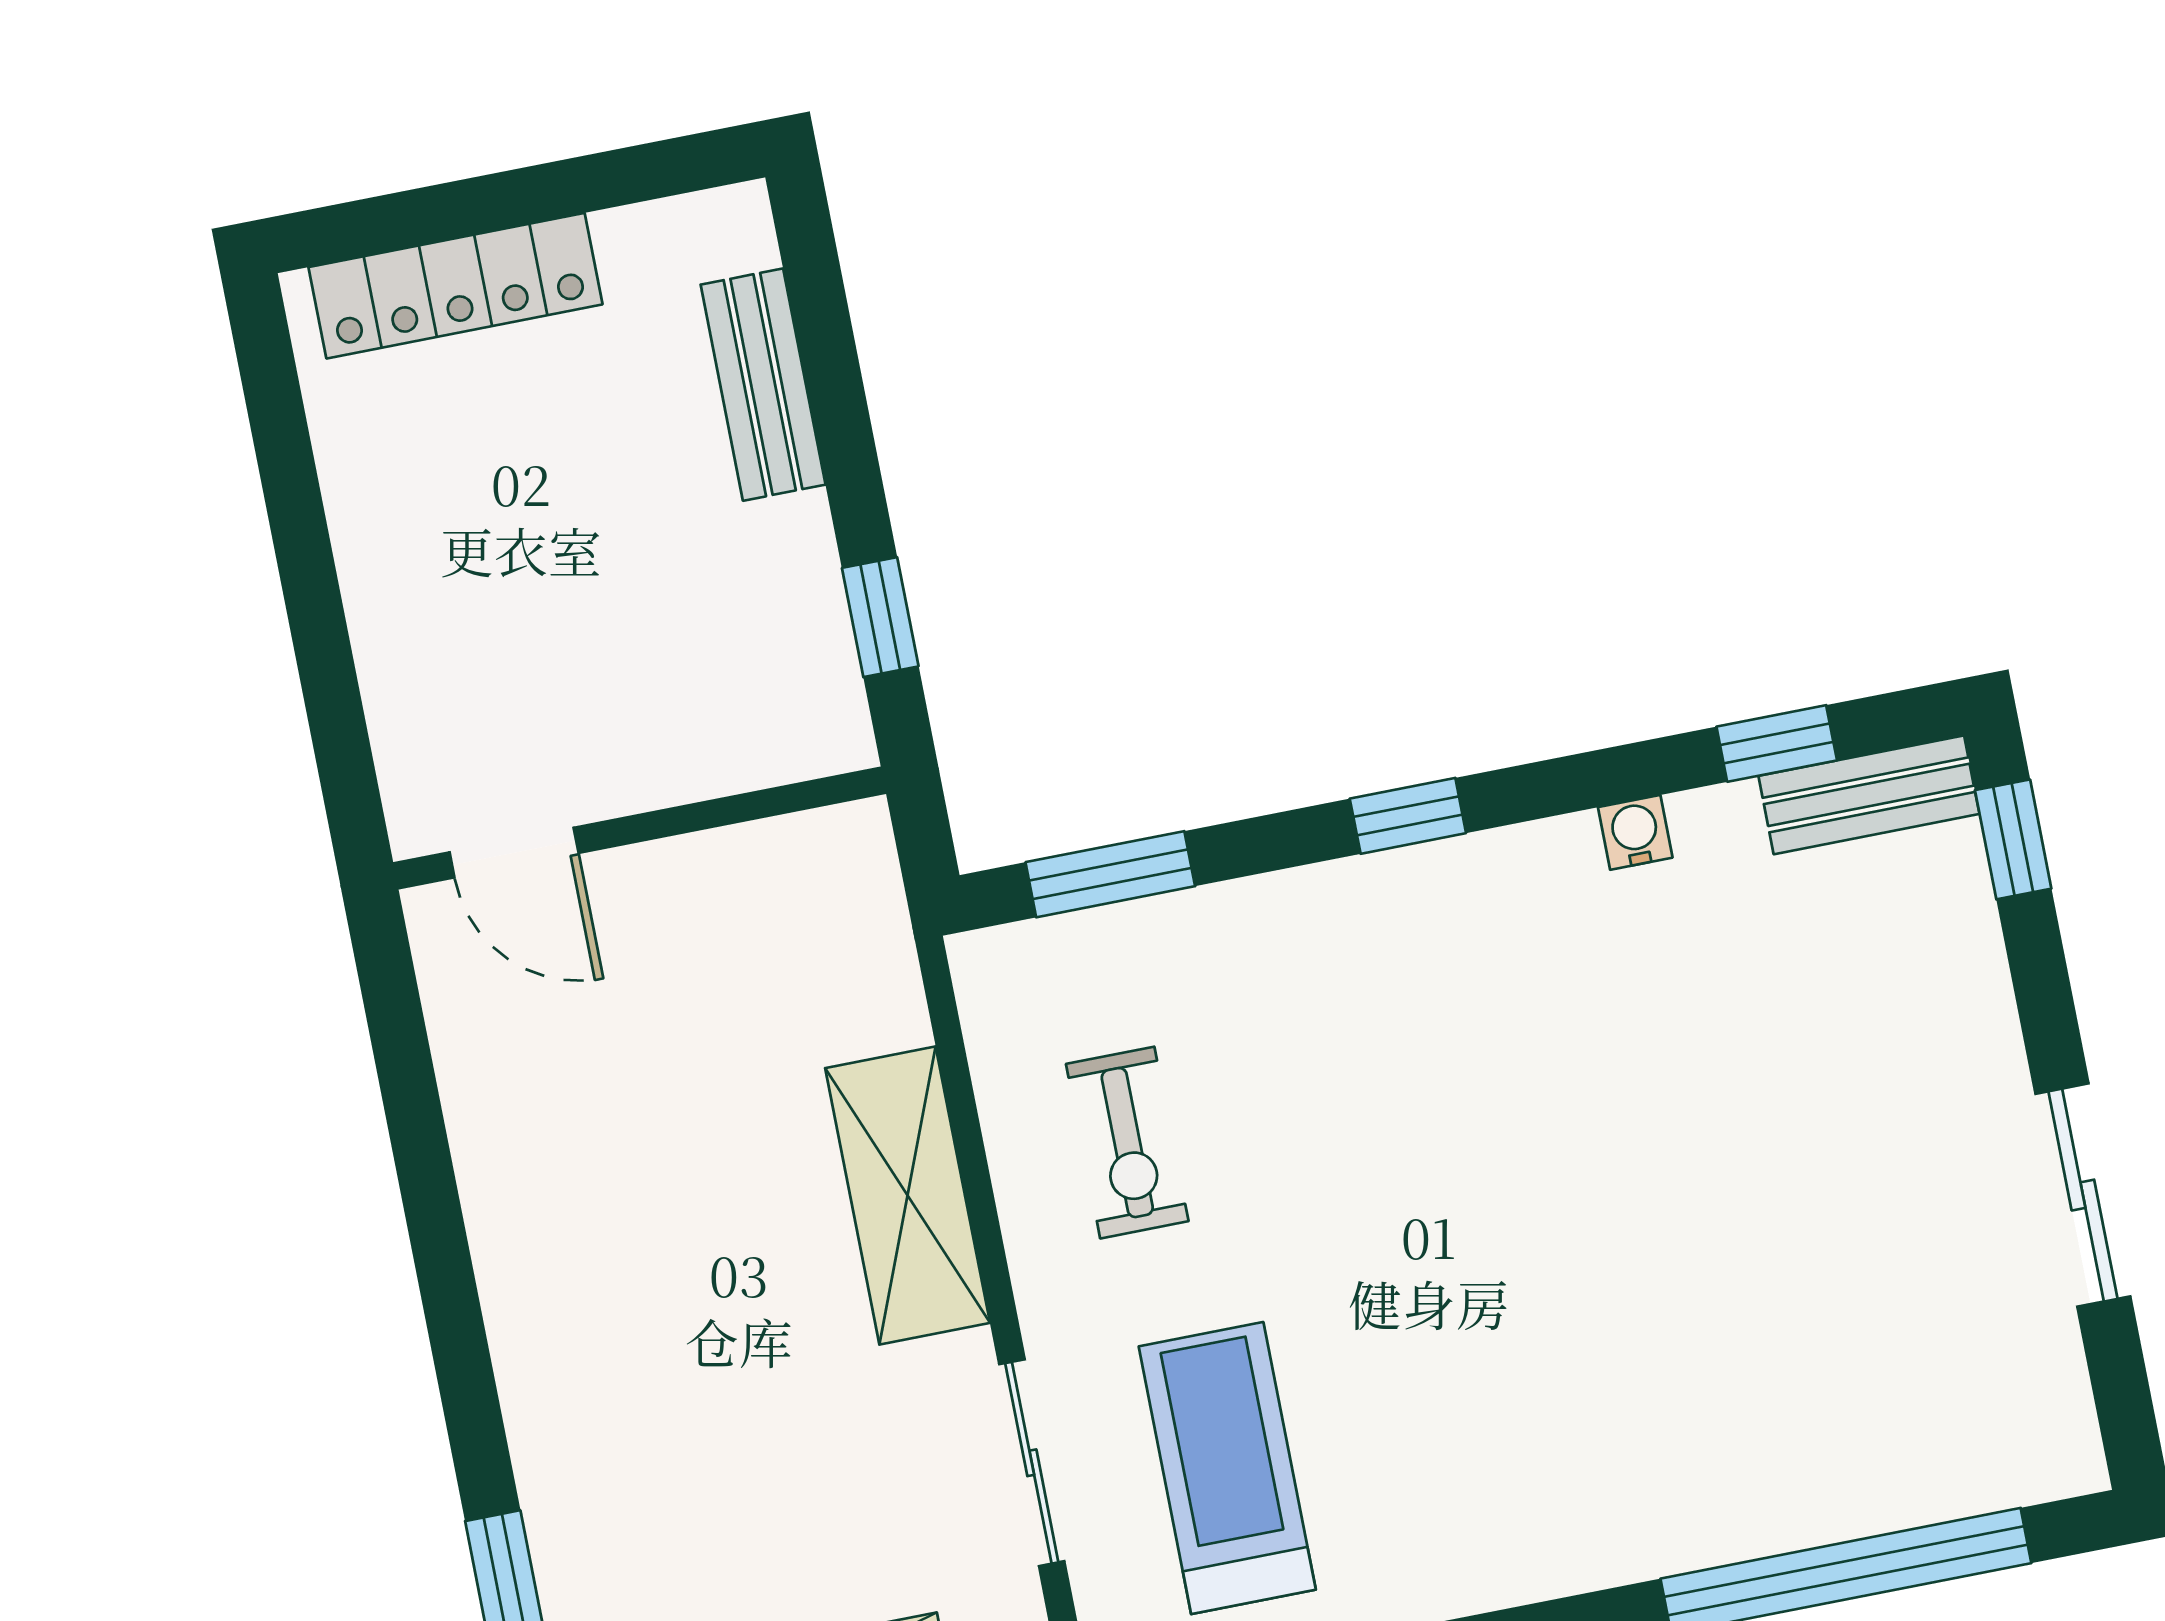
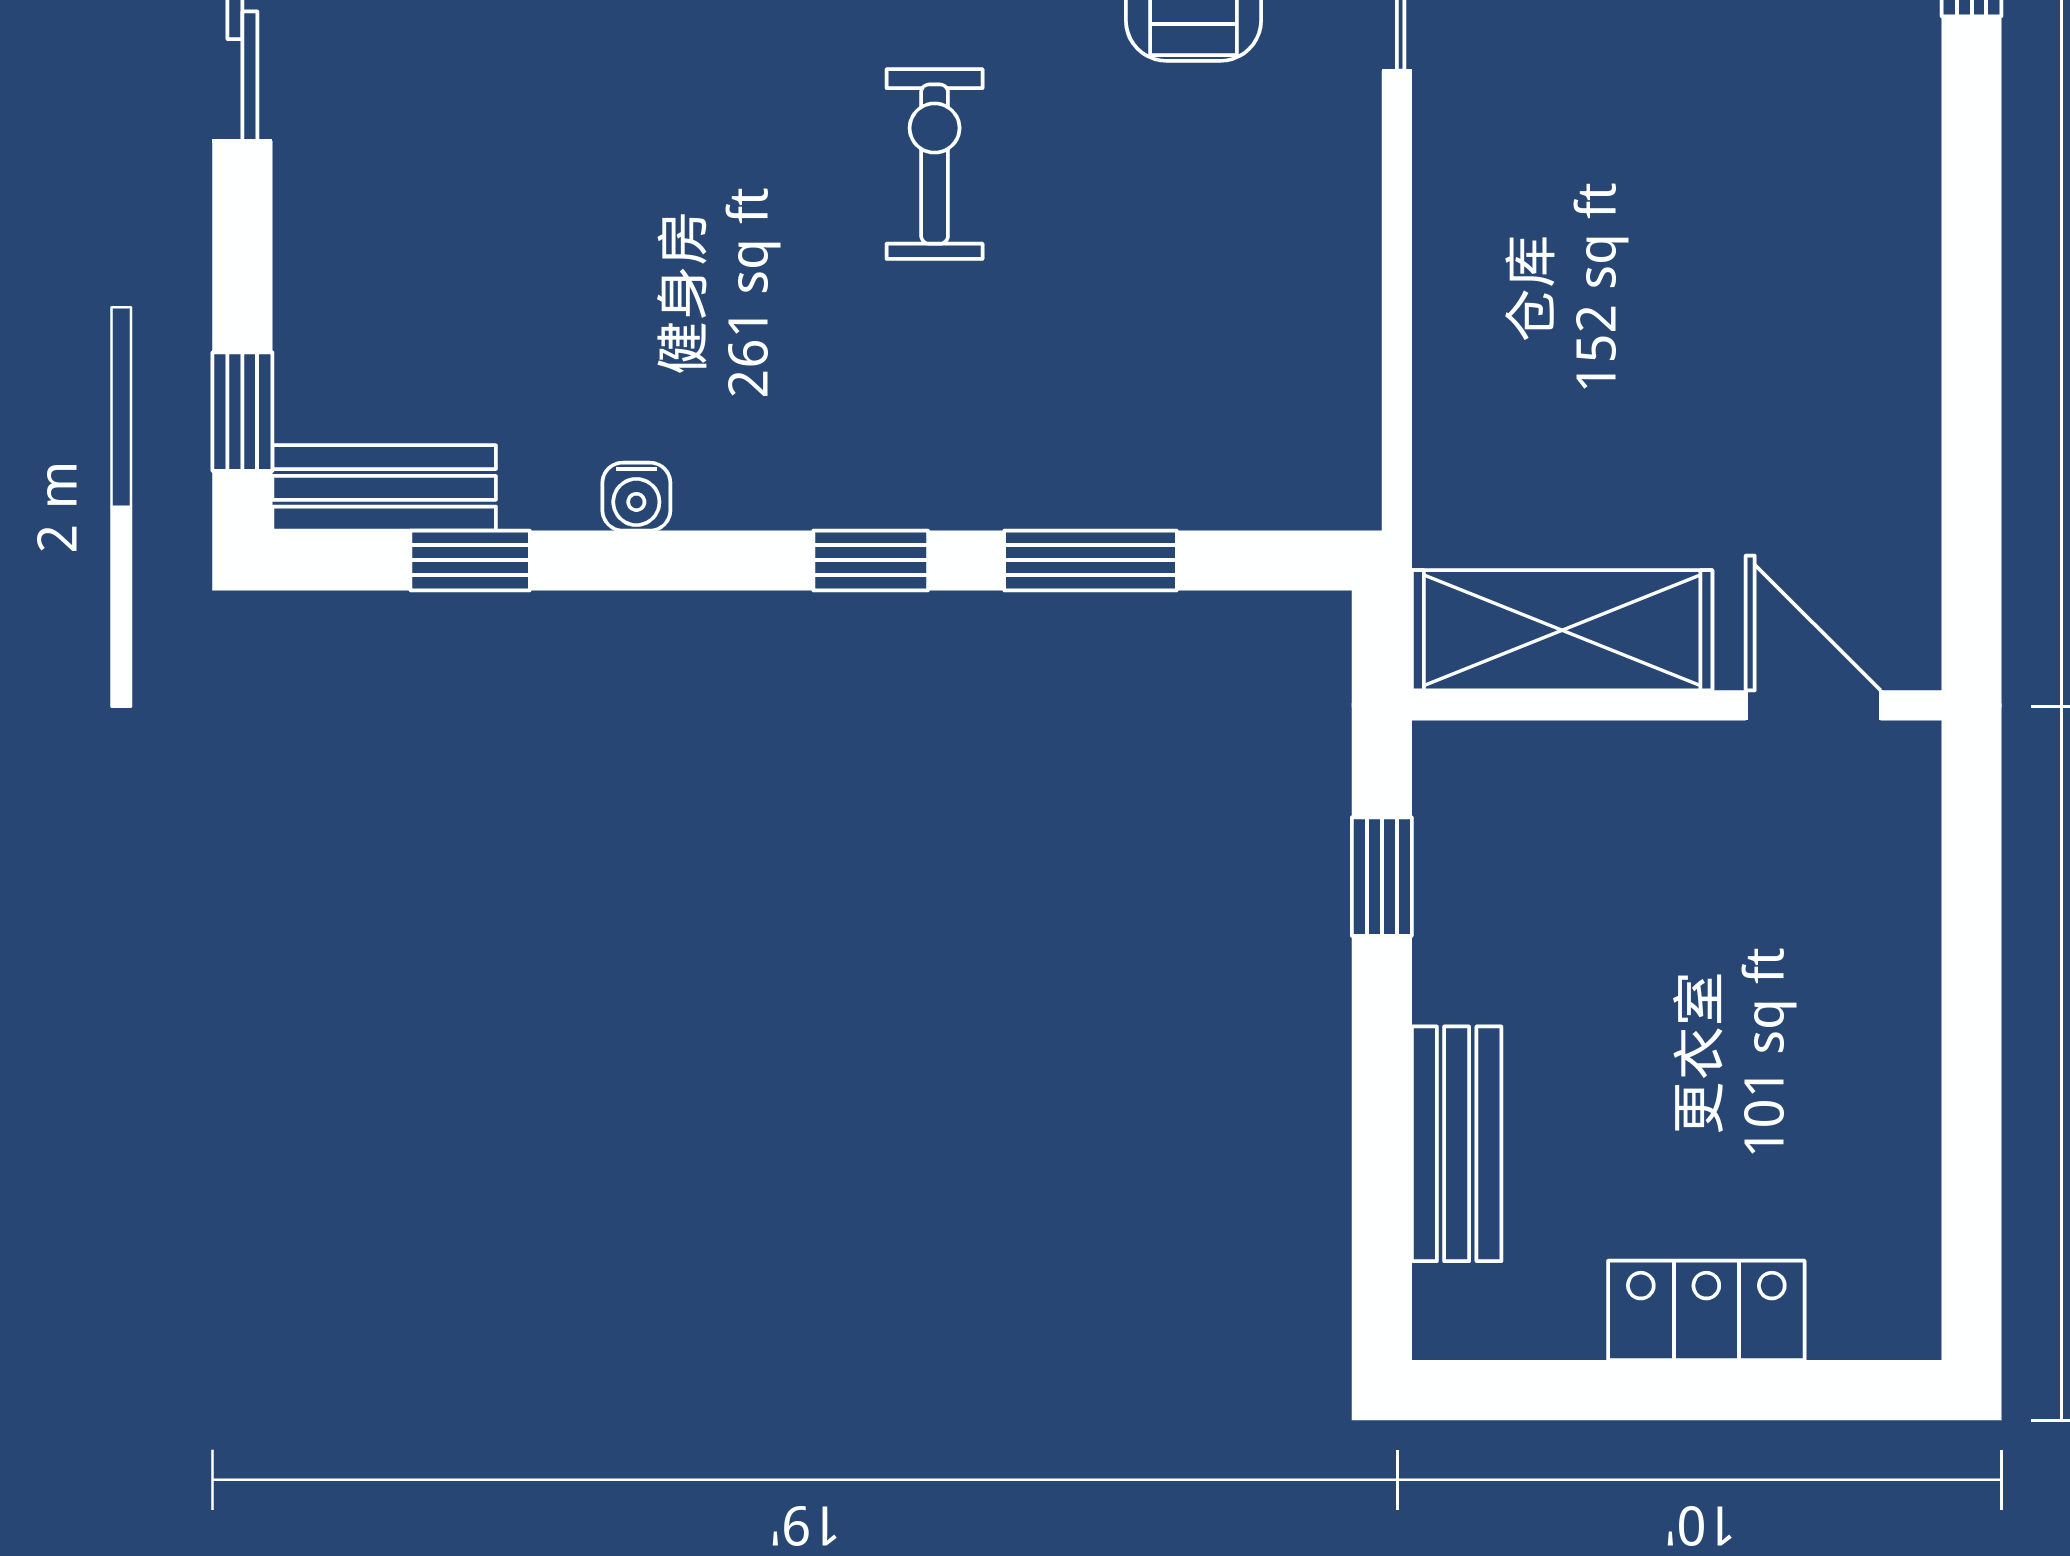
locker: (456, 286) -> (1706, 1310), width x0.66
window: (1110, 874) -> (1090, 560), moved
exercise bike: (1127, 1143) -> (935, 164), moved
shelving: (908, 1195) -> (1562, 630), moved, turned 90

